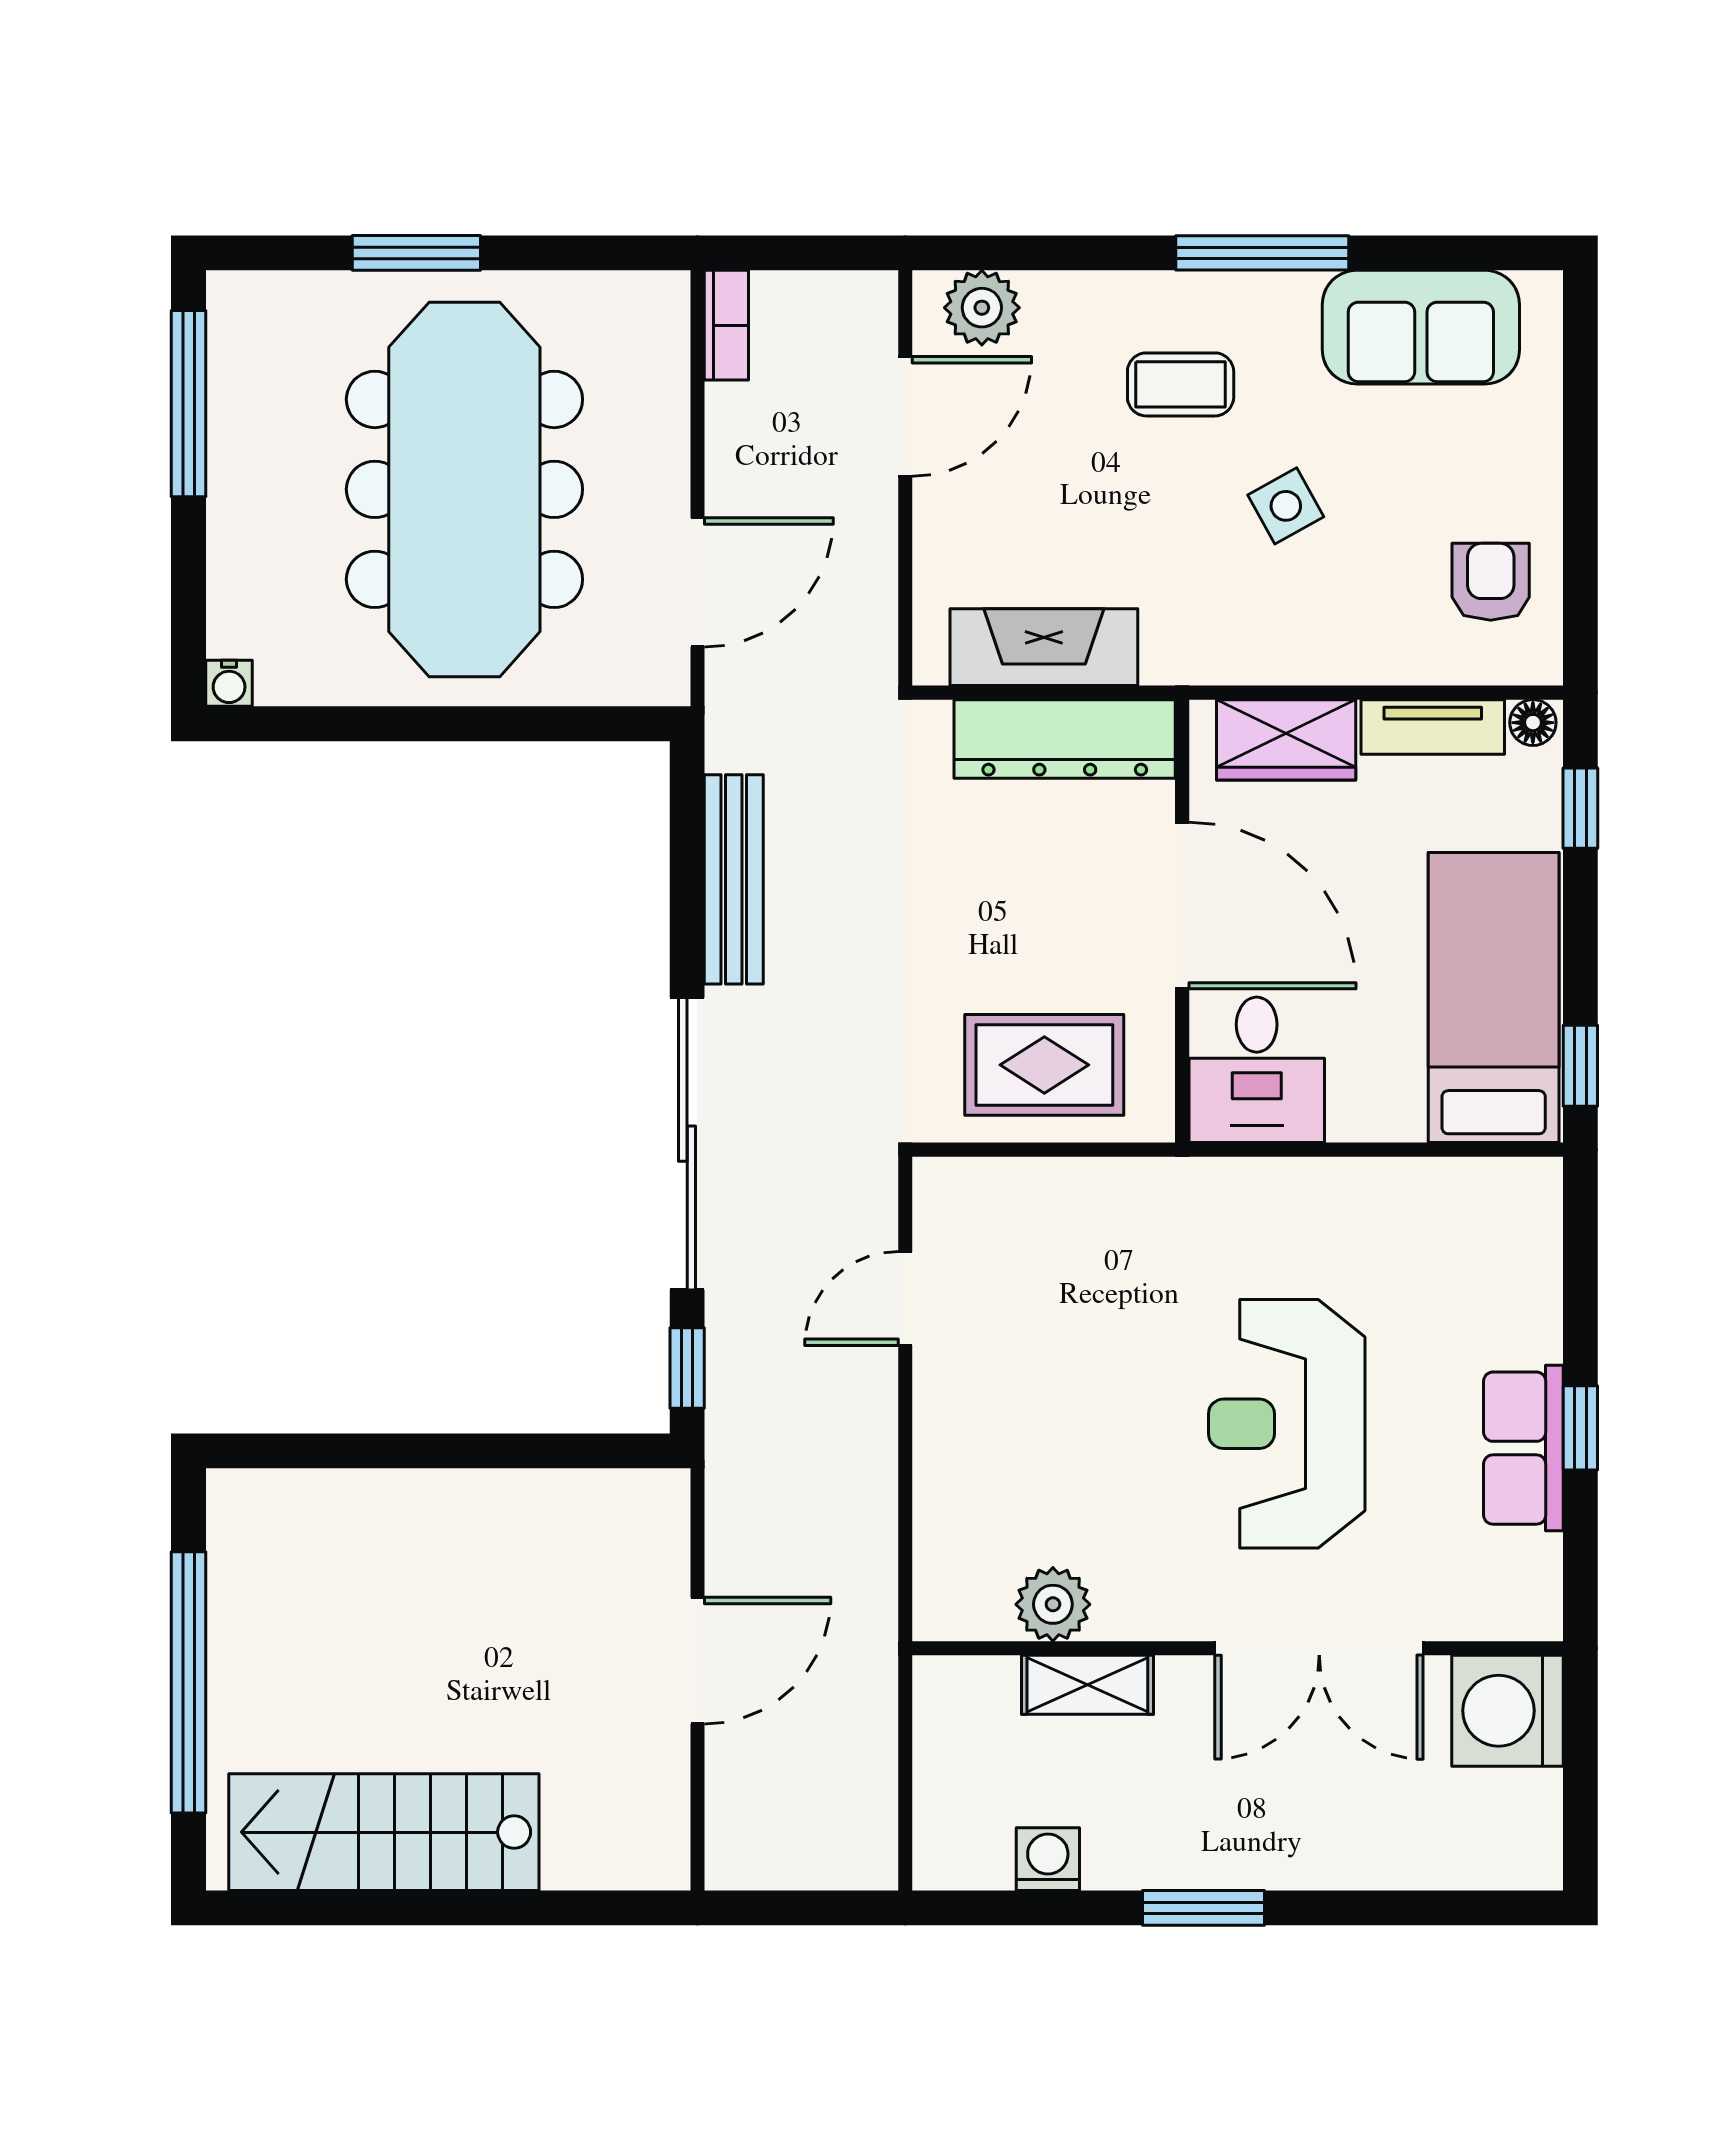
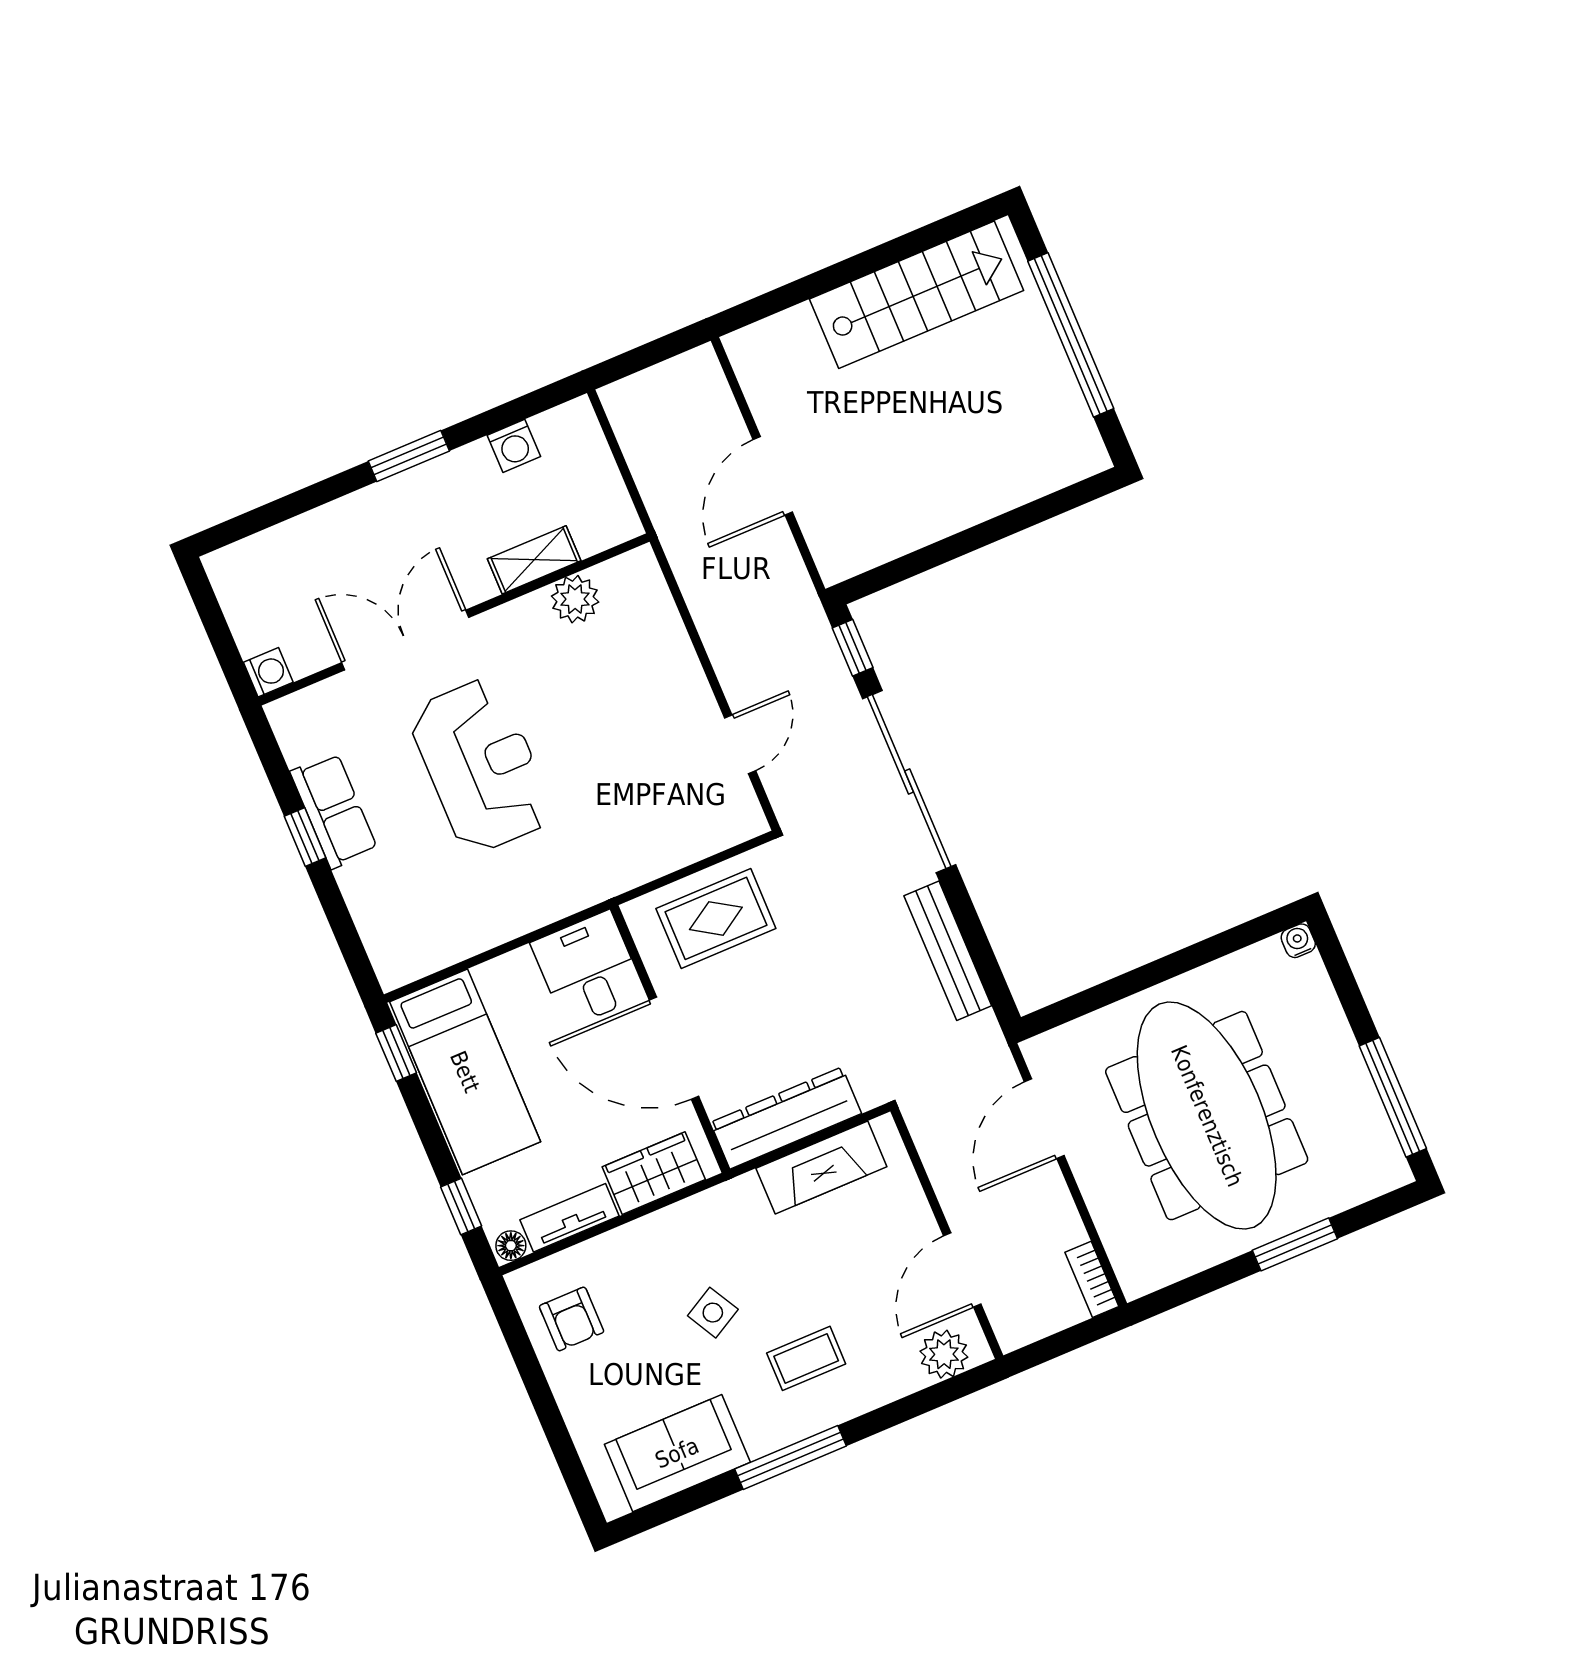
washing machine: (1507, 1711) -> (268, 672), width x0.53, depth x0.53

